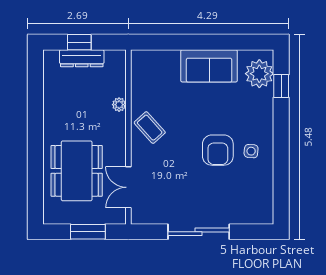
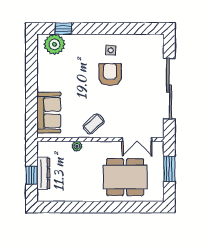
sofa: (209, 66) -> (49, 113), moved
armchair: (218, 150) -> (110, 74), turned -90
sliding door: (199, 232) -> (169, 88), width x1.36

